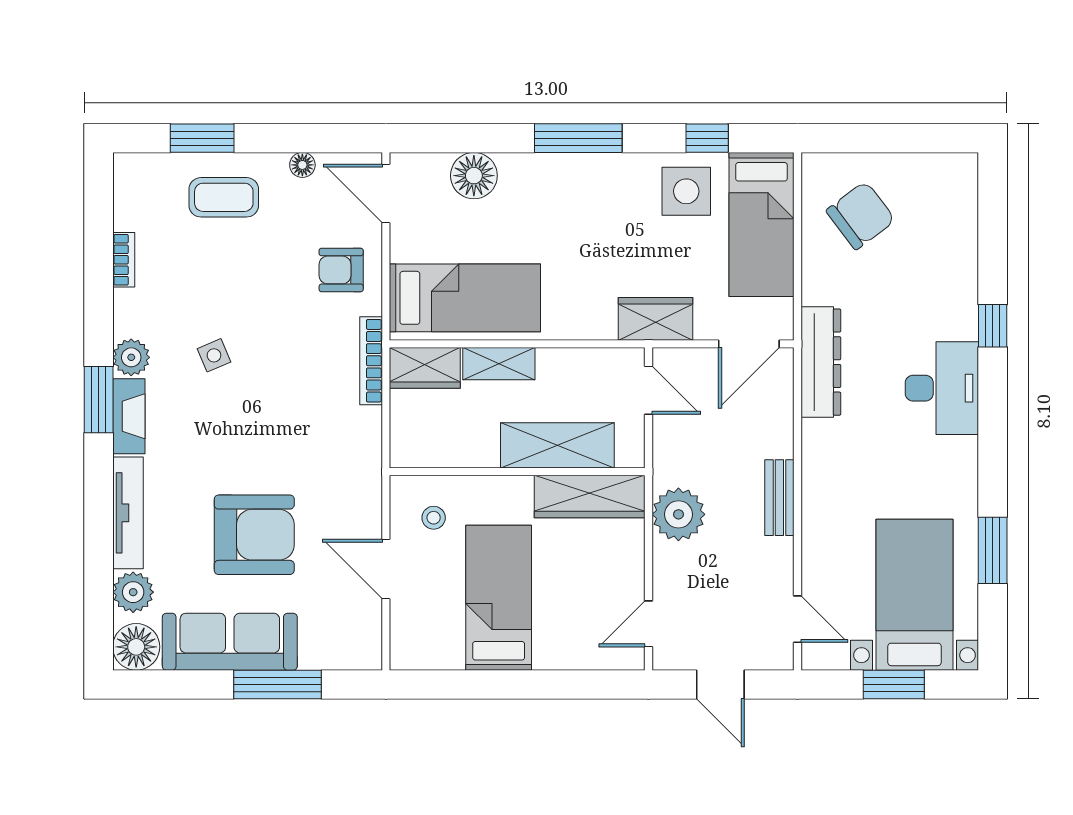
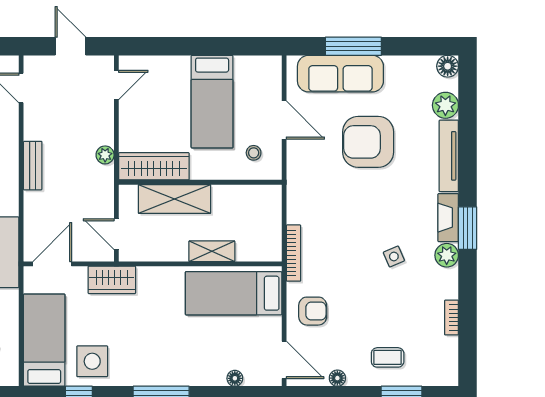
floor lamp: (474, 176) -> (235, 378), width x0.53, depth x0.53
coffee table: (224, 197) -> (388, 357), width x0.73, depth x0.77
wardrobe: (425, 368) -> (259, 248), removed
plant: (678, 514) -> (105, 155), width x0.53, depth x0.53
sofa: (230, 642) -> (340, 74), moved
floor lamp: (136, 647) -> (448, 66), width x0.73, depth x0.73

